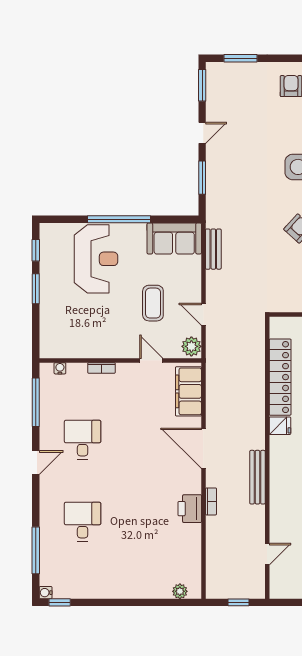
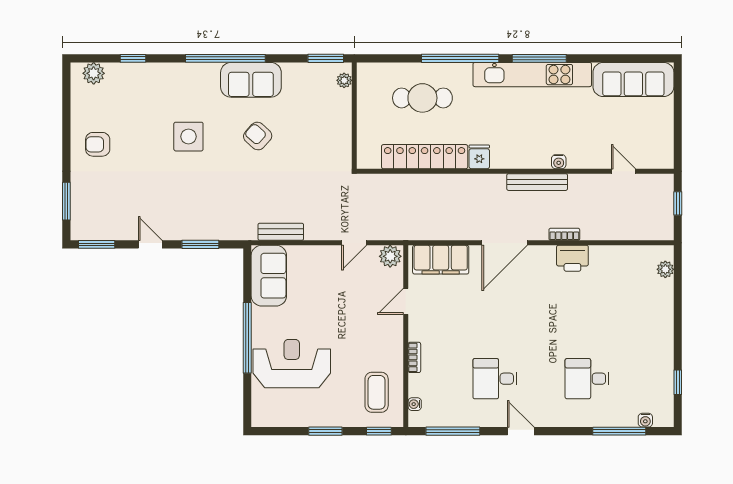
window: (36, 250) -> (379, 431), moved
coffee table: (153, 303) -> (377, 392), moved, turned 90
water cooler: (276, 496) -> (559, 162), added
water cooler: (46, 593) -> (645, 420), moved
window: (60, 602) -> (678, 382), moved

